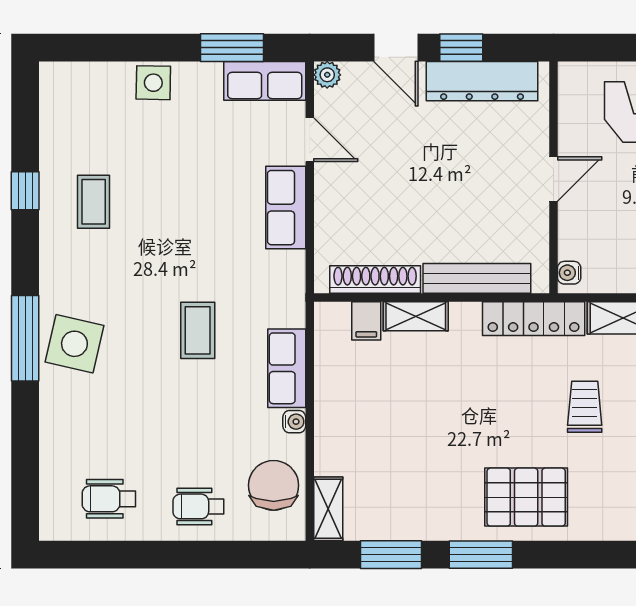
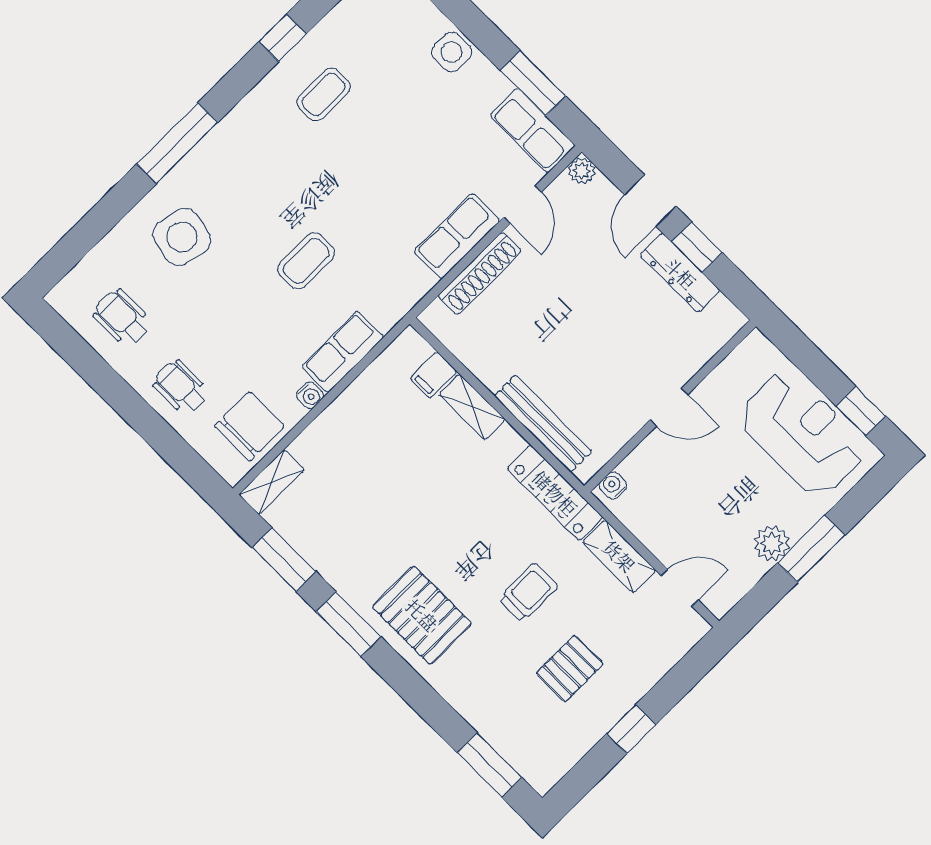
dresser: (482, 81) -> (680, 273), width x0.73, depth x0.80
shoe rack: (375, 279) -> (480, 273), moved, turned 90
side table: (74, 344) -> (182, 237), moved

